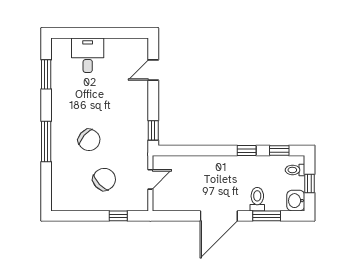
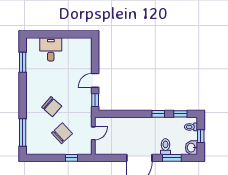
door: (153, 70) -> (95, 80), moved
window: (46, 142) -> (23, 133), moved

